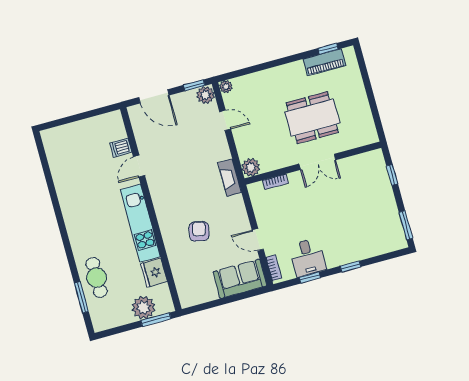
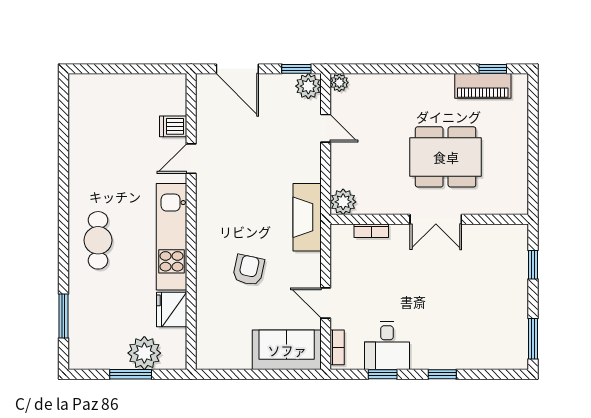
fireplace: (230, 178) -> (307, 217), width x1.37, depth x1.32
cafe table: (96, 278) -> (98, 240), moved
window: (156, 320) -> (131, 374), moved

